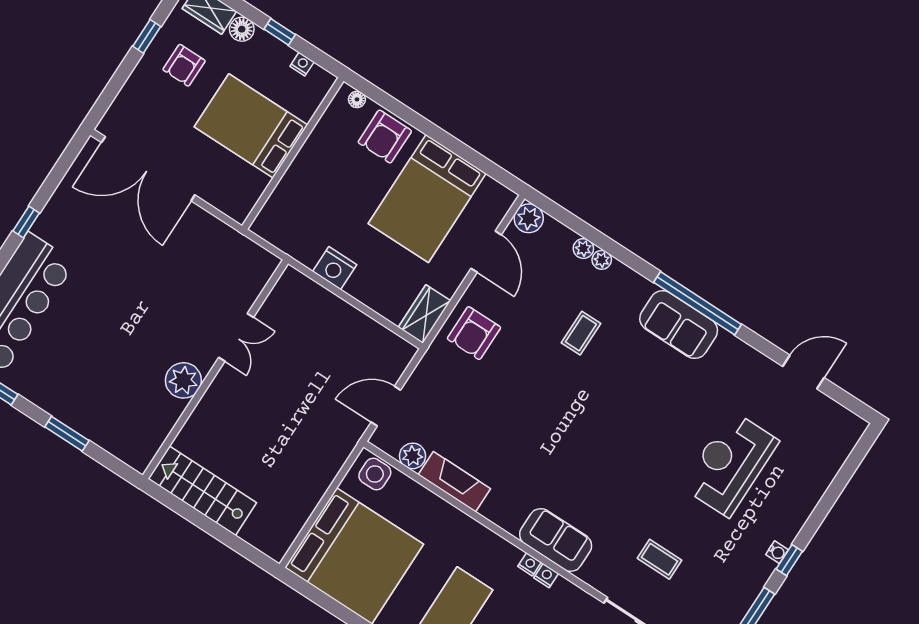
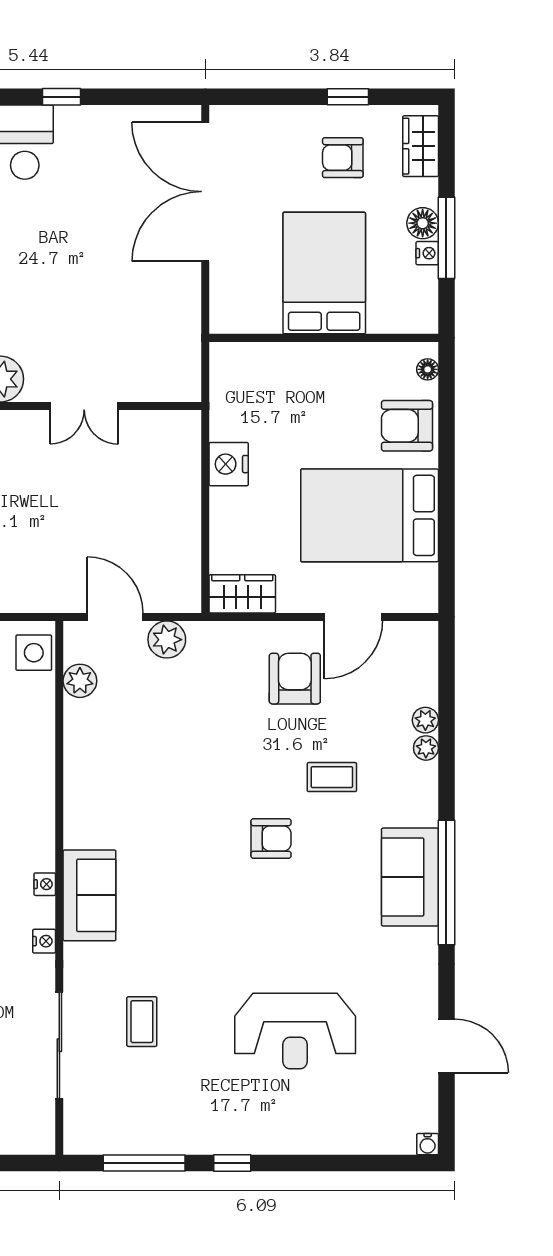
floor lamp: (242, 29) -> (423, 223), moved
window: (280, 32) -> (446, 238), width x2.17
nightstand: (302, 64) -> (427, 253), moved
plant: (529, 218) -> (167, 640), moved
armchair: (474, 333) -> (295, 679), moved, turned 90
armchair: (595, 398) -> (271, 839), added
reception desk: (730, 464) -> (295, 1031), turned 180
fireplace: (454, 482) -> (81, 744), removed
water cooler: (777, 552) -> (428, 1144), moved
nightstand: (546, 576) -> (44, 941), moved

